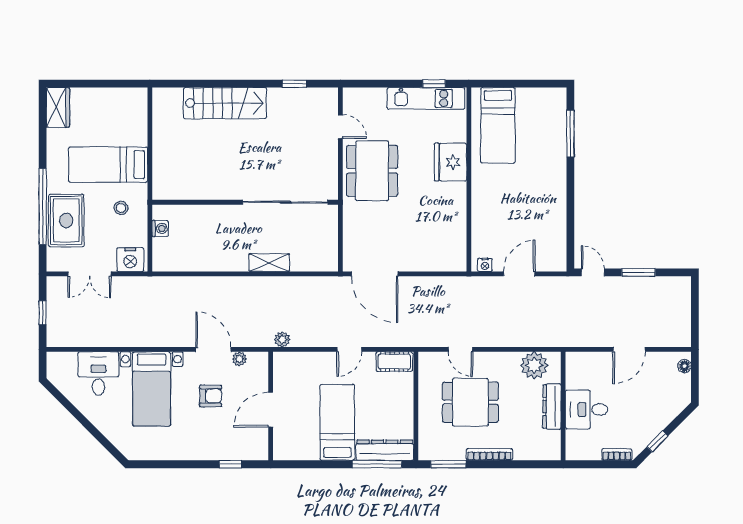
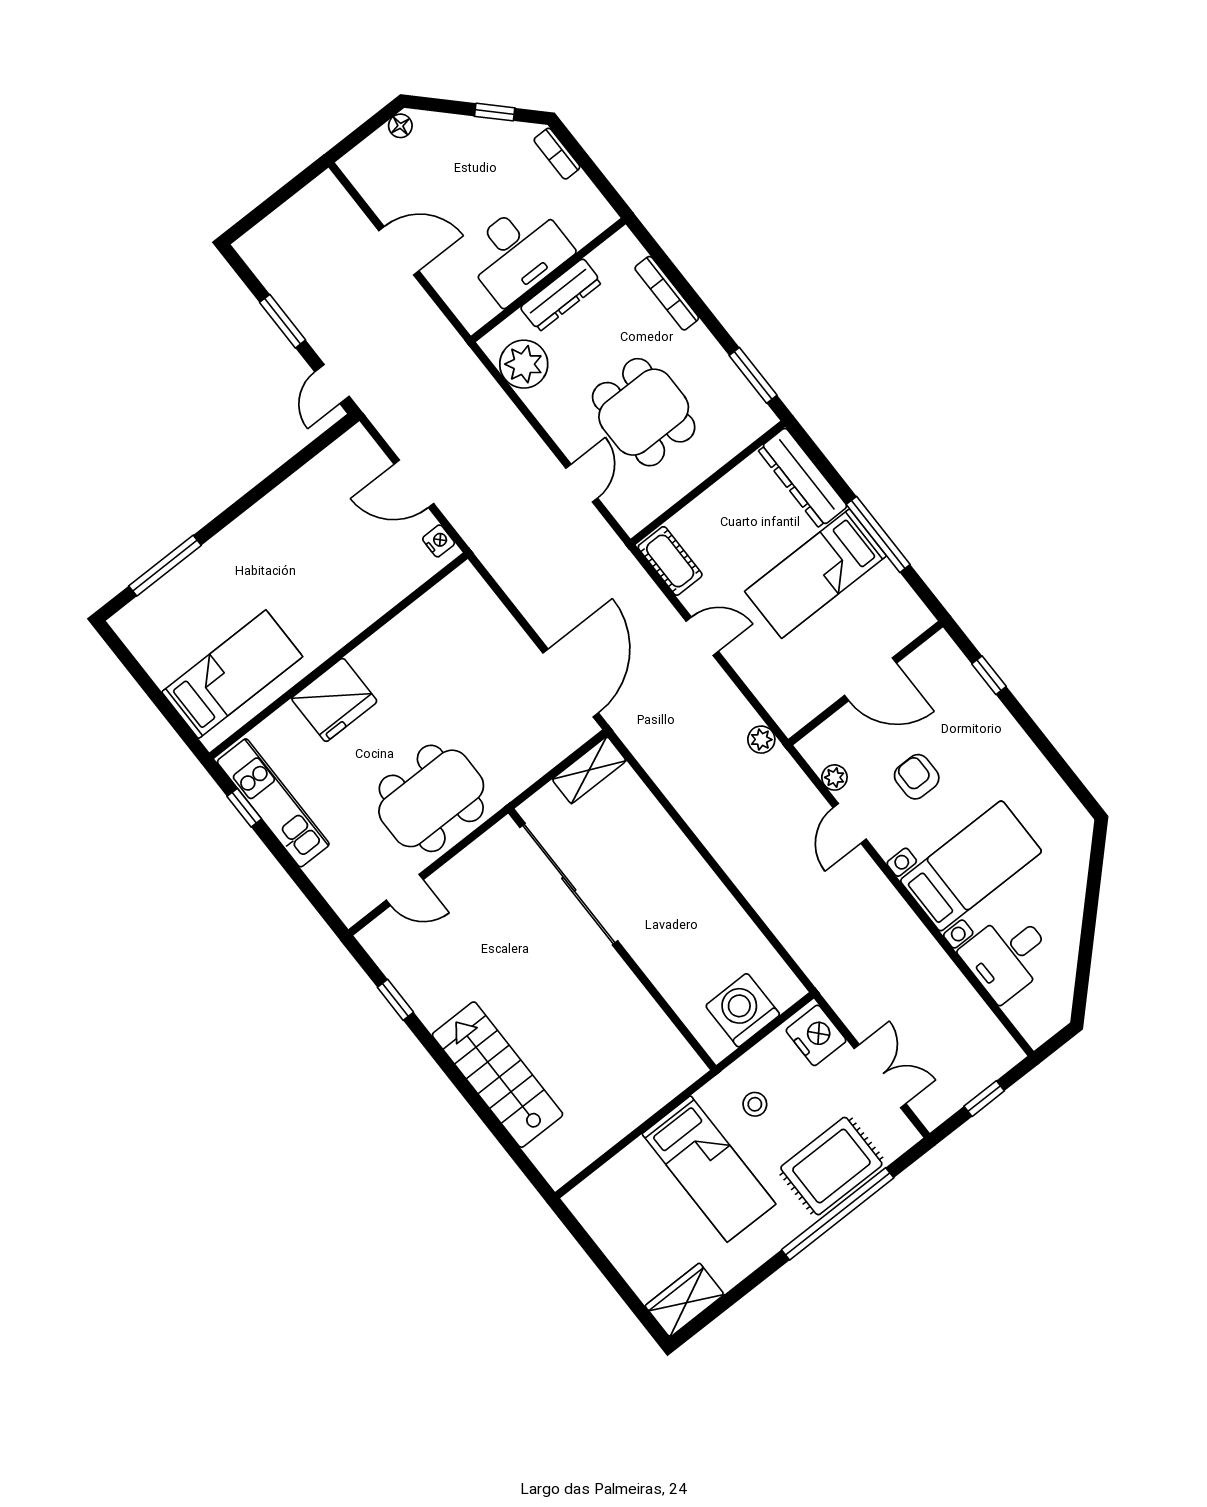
door: (340, 127) -> (405, 890), swing flipped
washing machine: (160, 228) -> (743, 1010), width x1.89, depth x1.89
shelving: (269, 263) -> (589, 770), moved, turned 90
door: (213, 349) -> (850, 823), width x0.73
floor lamp: (684, 366) -> (400, 126), moved
desk: (587, 410) -> (518, 252), width x1.37
bookcase: (489, 455) -> (667, 293), moved
window: (377, 464) -> (878, 534), moved

